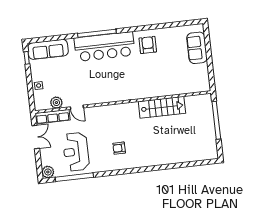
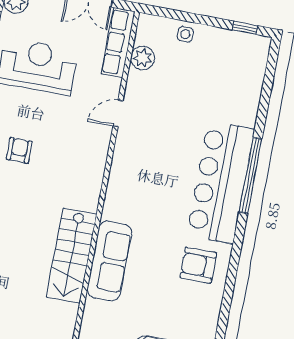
armchair: (148, 45) -> (198, 265), turned 180
sofa: (48, 49) -> (109, 261), moved, turned 180
door: (77, 107) -> (118, 113), moved

